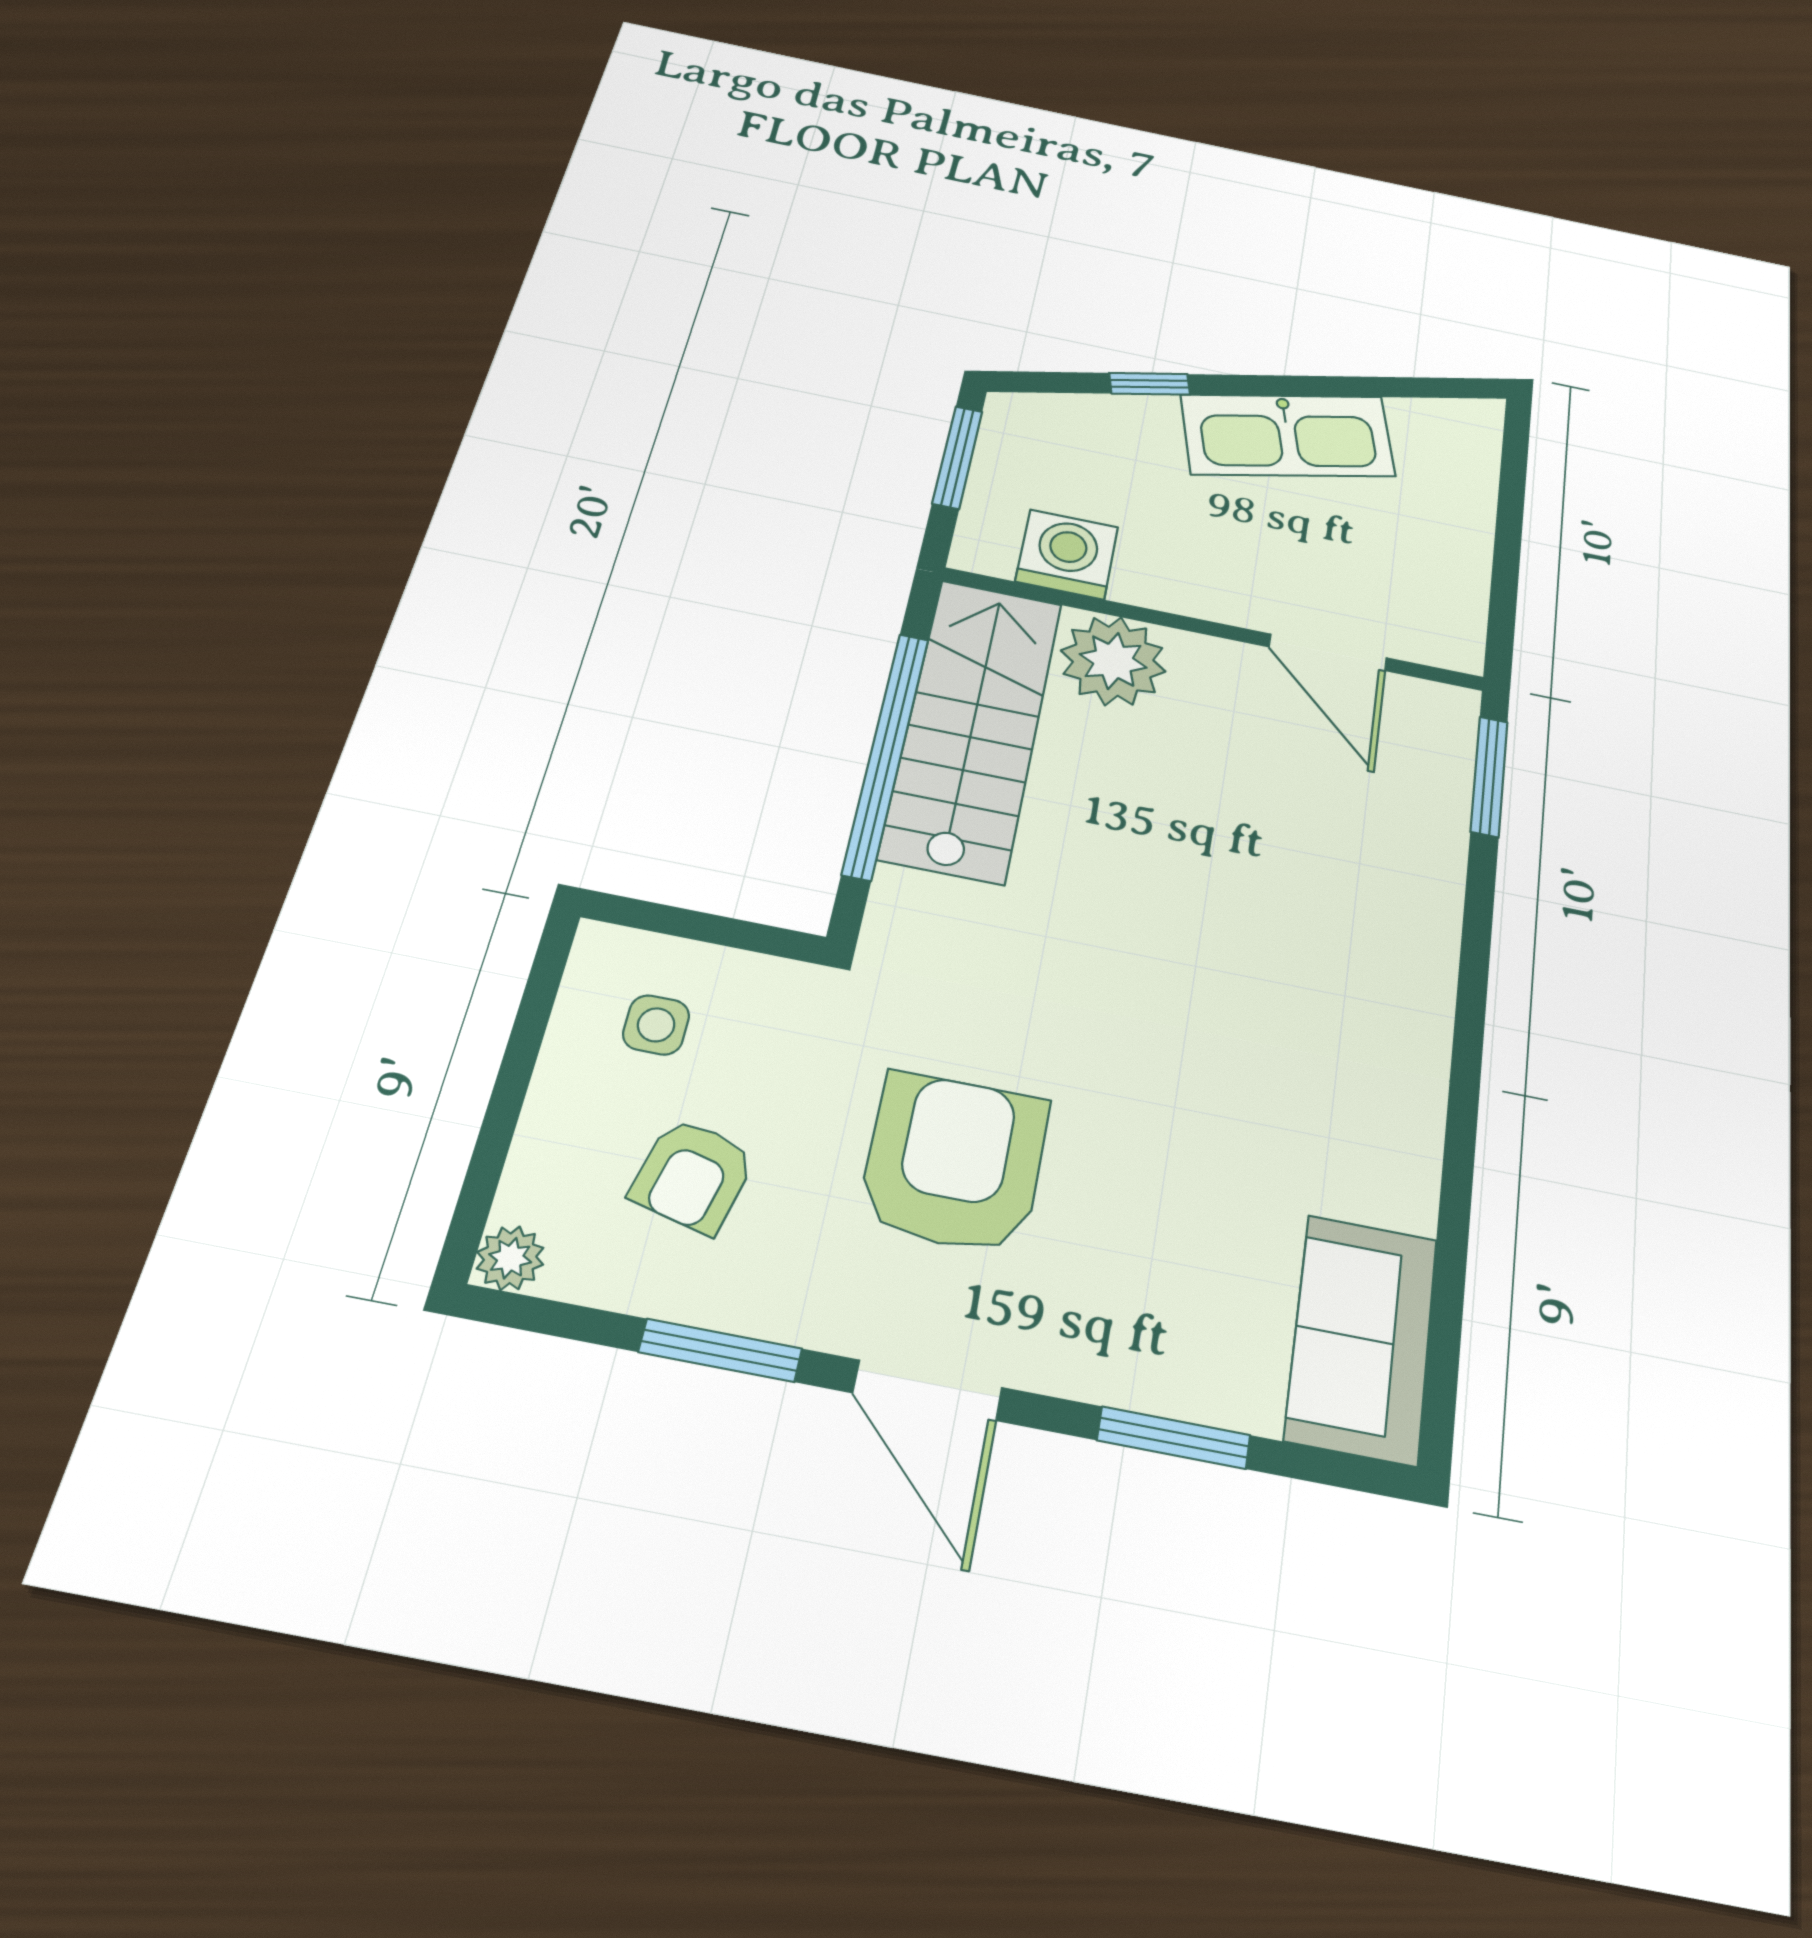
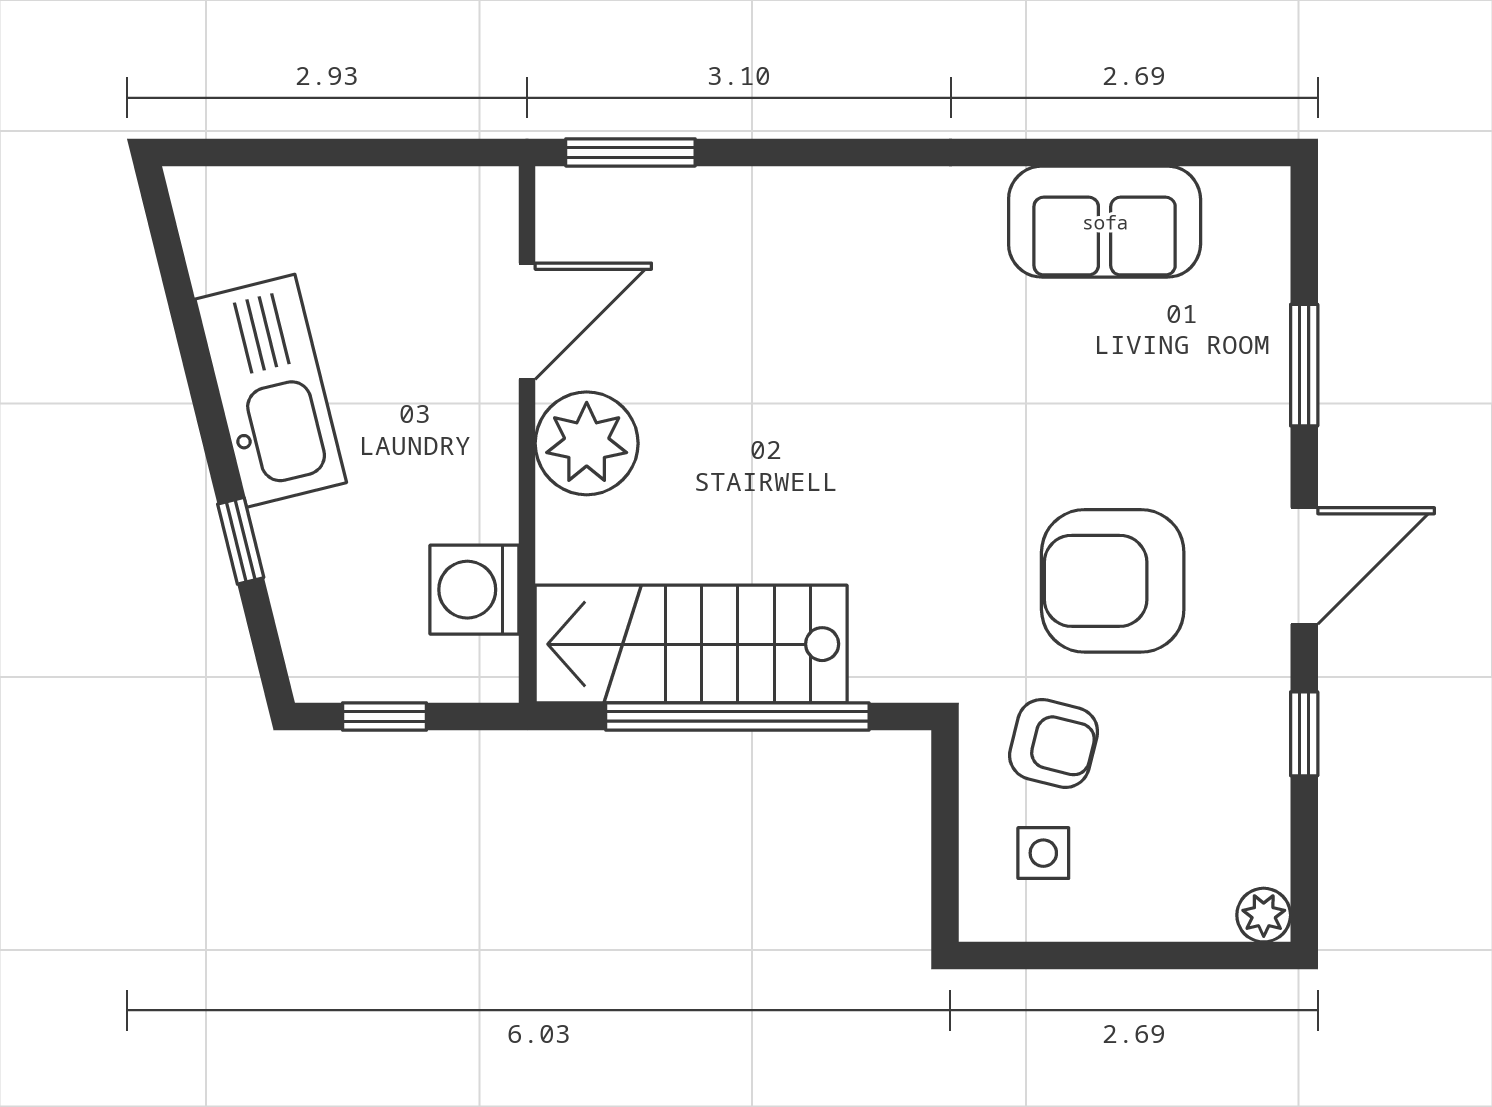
window: (957, 457) -> (385, 717), width x0.67
plant: (1113, 661) -> (587, 443), moved
armchair: (693, 1175) -> (1054, 743), moved
sofa: (1362, 1338) -> (1105, 222), moved
window: (720, 1350) -> (1304, 734), width x0.67

